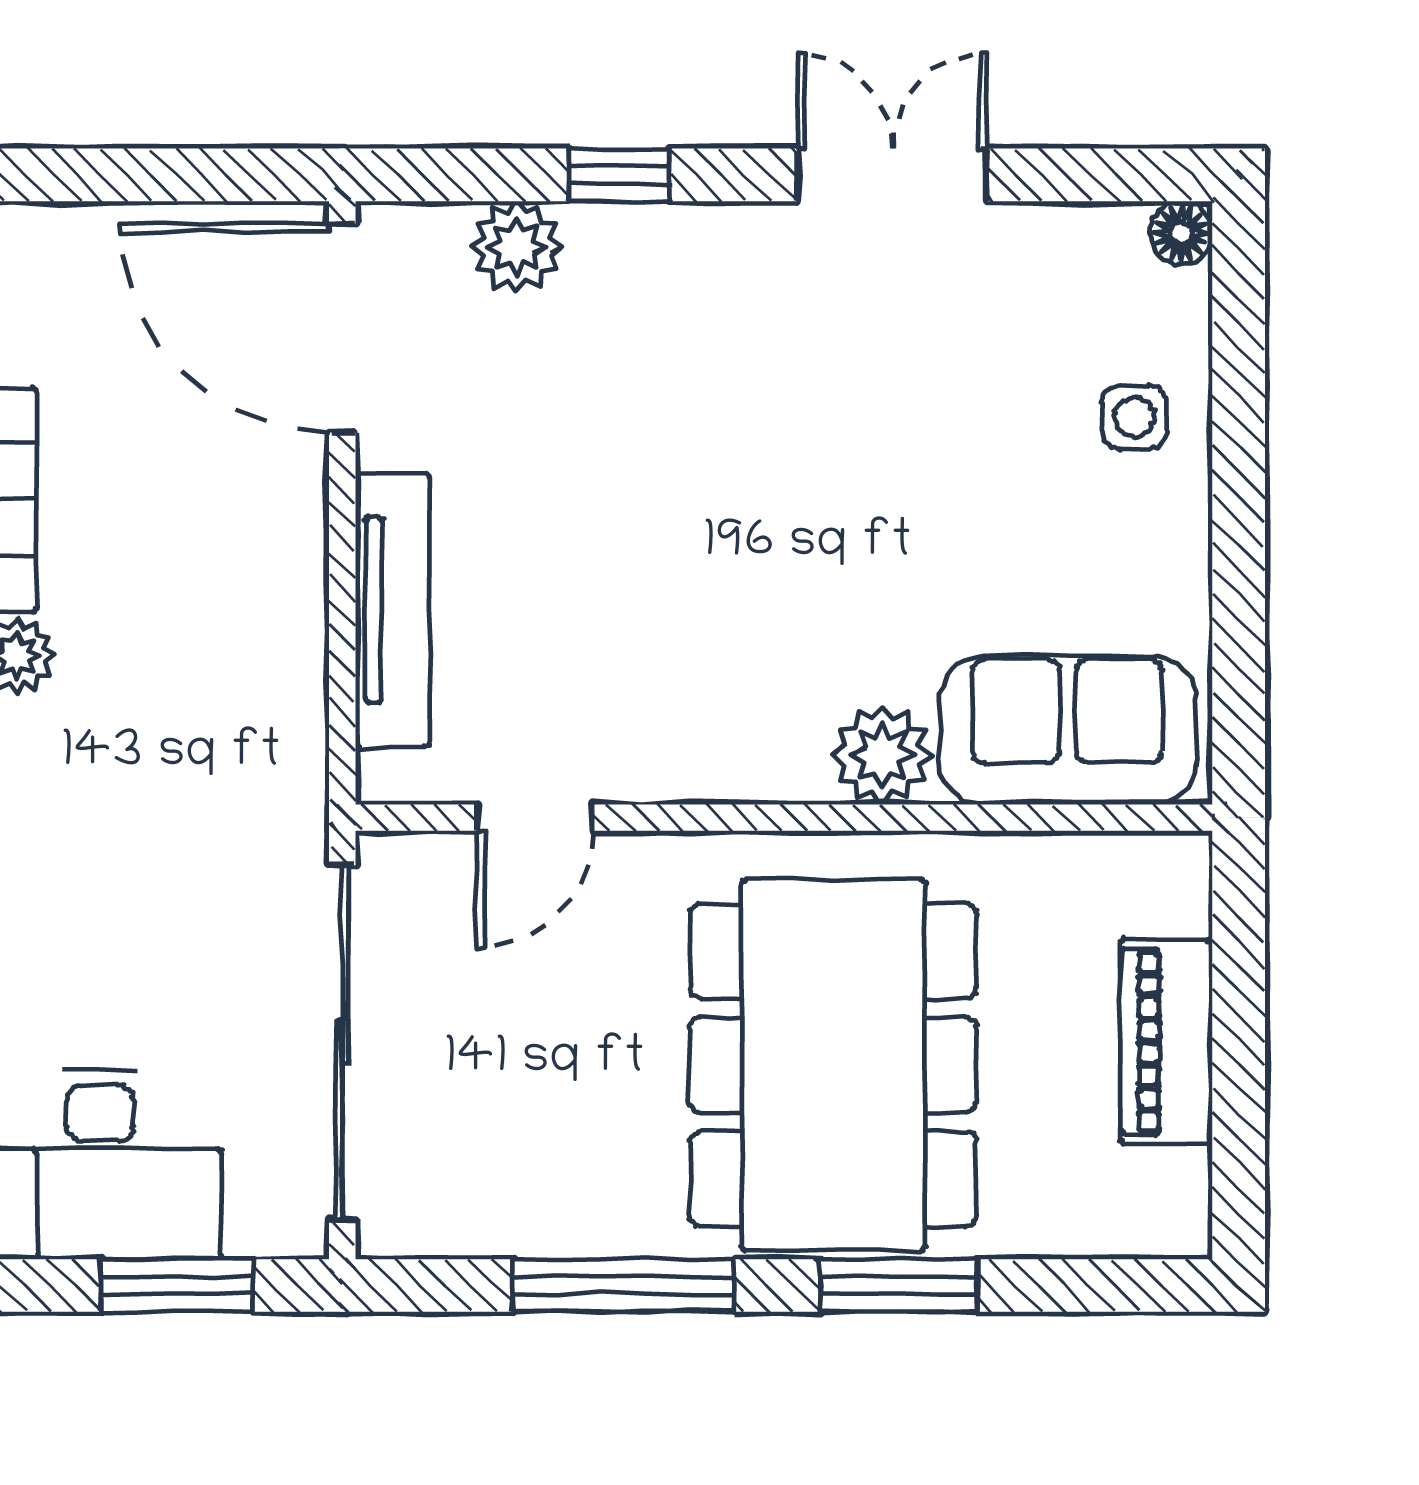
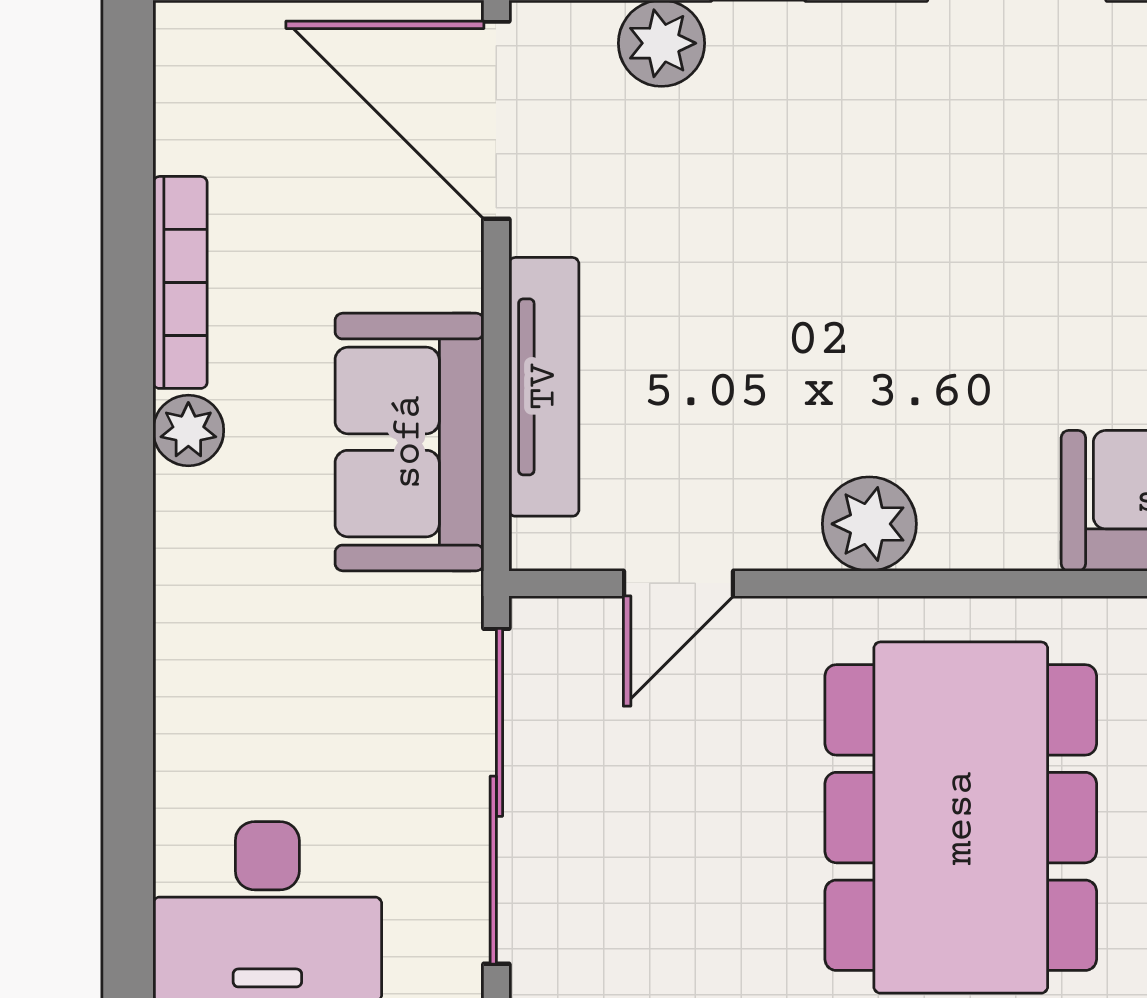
sofa: (250, 668) -> (409, 442), added
plant: (883, 755) -> (869, 524), moved

